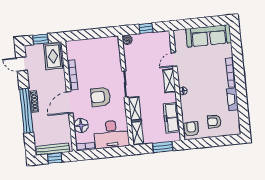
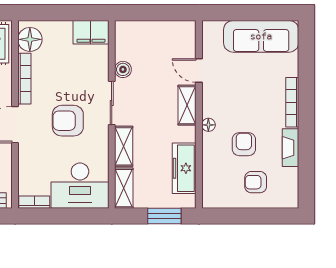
window: (146, 28) -> (156, 13), removed
boiler: (127, 40) -> (123, 69), moved
filing cabinet: (109, 44) -> (91, 32), added
door: (174, 60) -> (199, 71), hinge flipped
floor lamp: (81, 126) -> (30, 39), moved
armchair: (191, 129) -> (244, 144), moved

